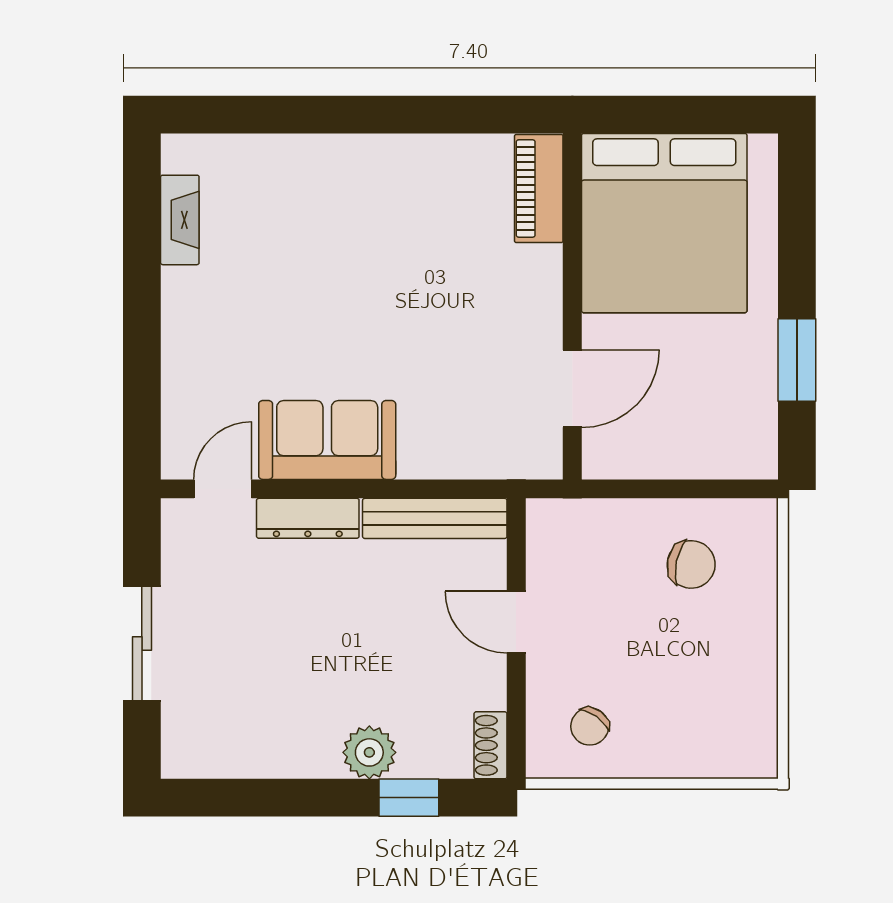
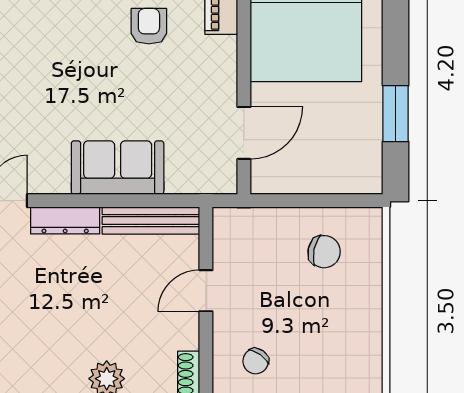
armchair: (432, 231) -> (149, 26), added
sofa: (327, 440) -> (118, 168), moved
door: (516, 622) -> (206, 291), hinge flipped

